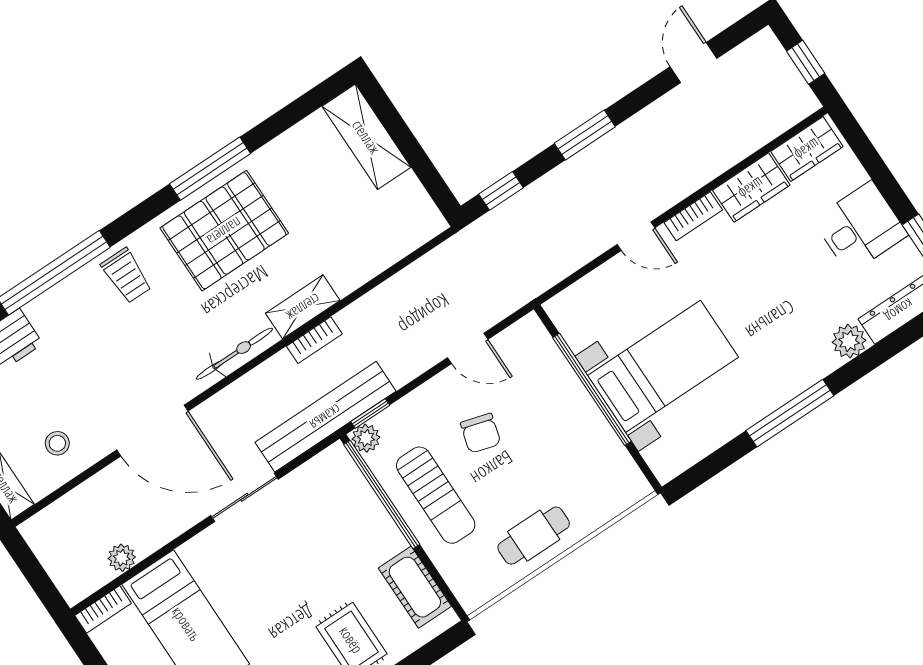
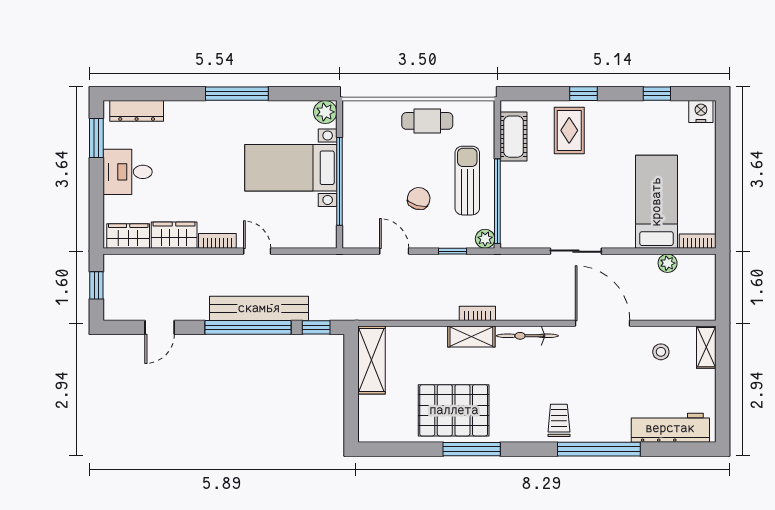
window: (585, 135) -> (248, 327), width x2.11
shelving: (366, 137) -> (372, 360), moved
pallet: (224, 231) -> (454, 410), moved
plant: (849, 341) -> (325, 112), moved
window: (370, 413) -> (452, 251), moved
bench: (325, 417) -> (259, 308), moved

